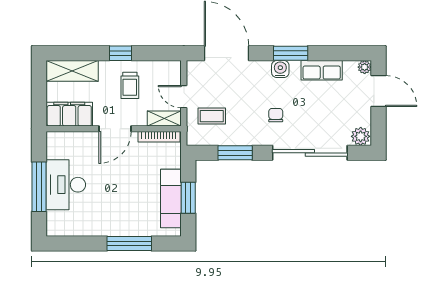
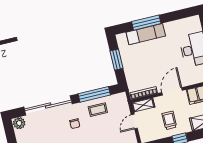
door: (184, 97) -> (134, 121), swing flipped
coffee table: (212, 116) -> (98, 110), moved
window: (235, 153) -> (94, 94), width x1.44
exam couch: (171, 199) -> (146, 34), moved, turned 90

